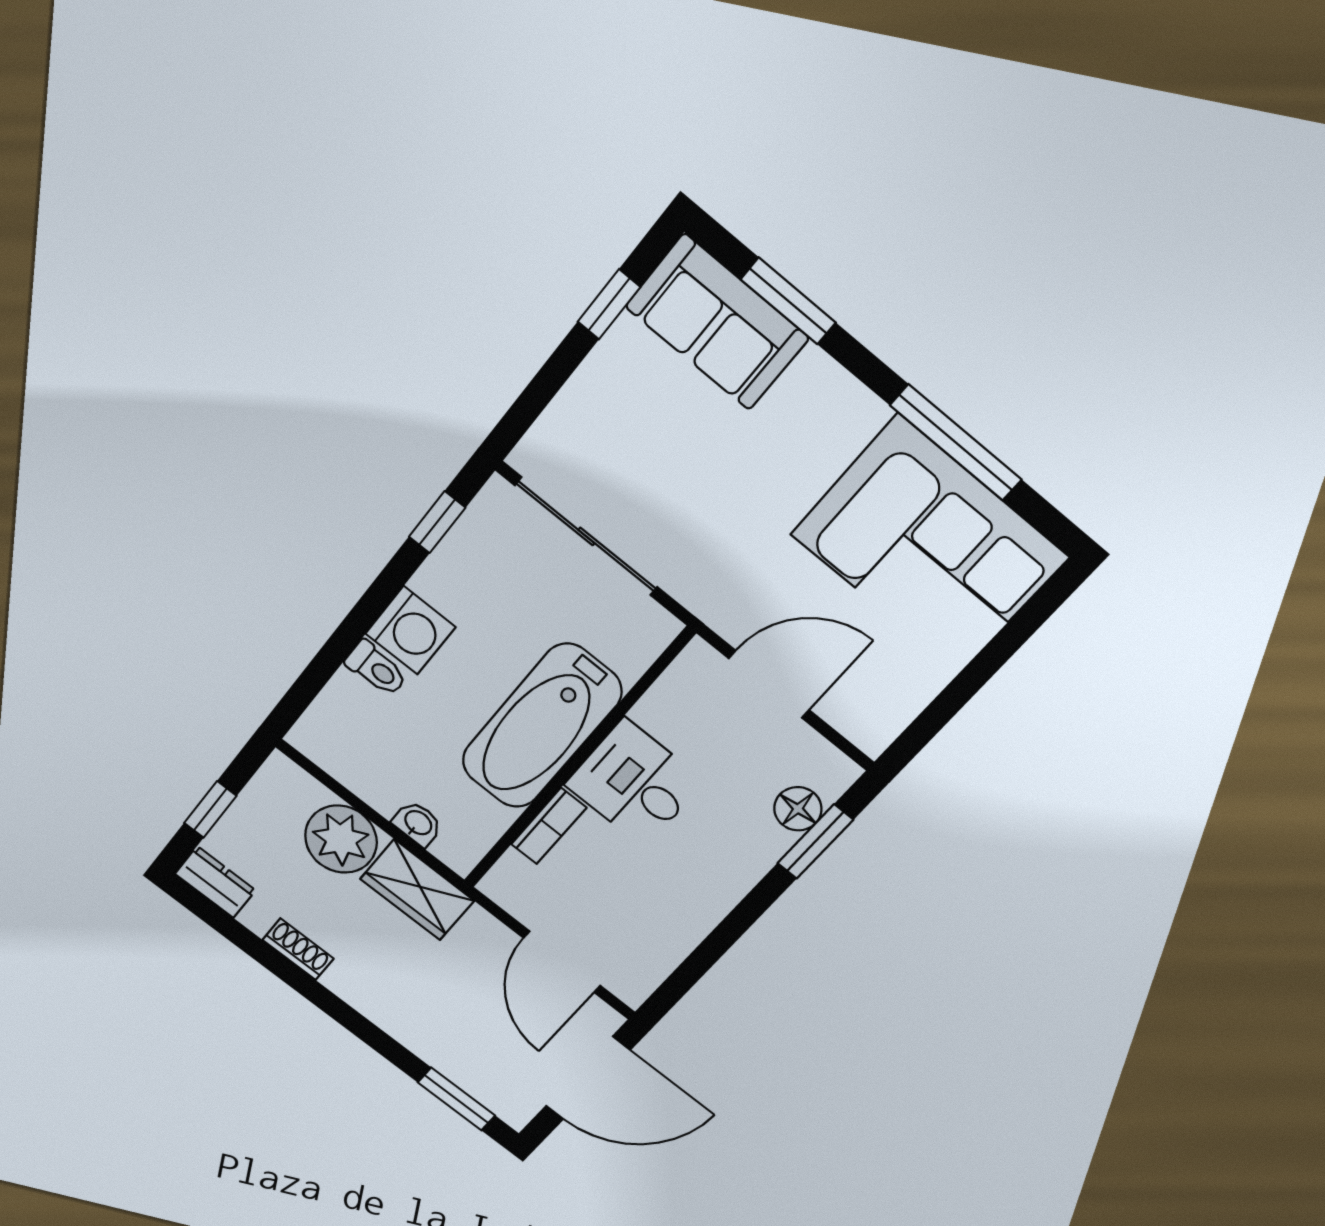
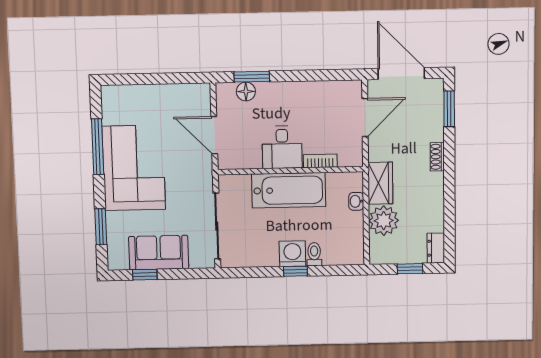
sofa: (717, 322) -> (159, 253), moved, turned -90
window: (437, 522) -> (295, 271), moved
corner sofa: (929, 546) -> (134, 168), moved
shoe rack: (298, 949) -> (437, 157), moved

